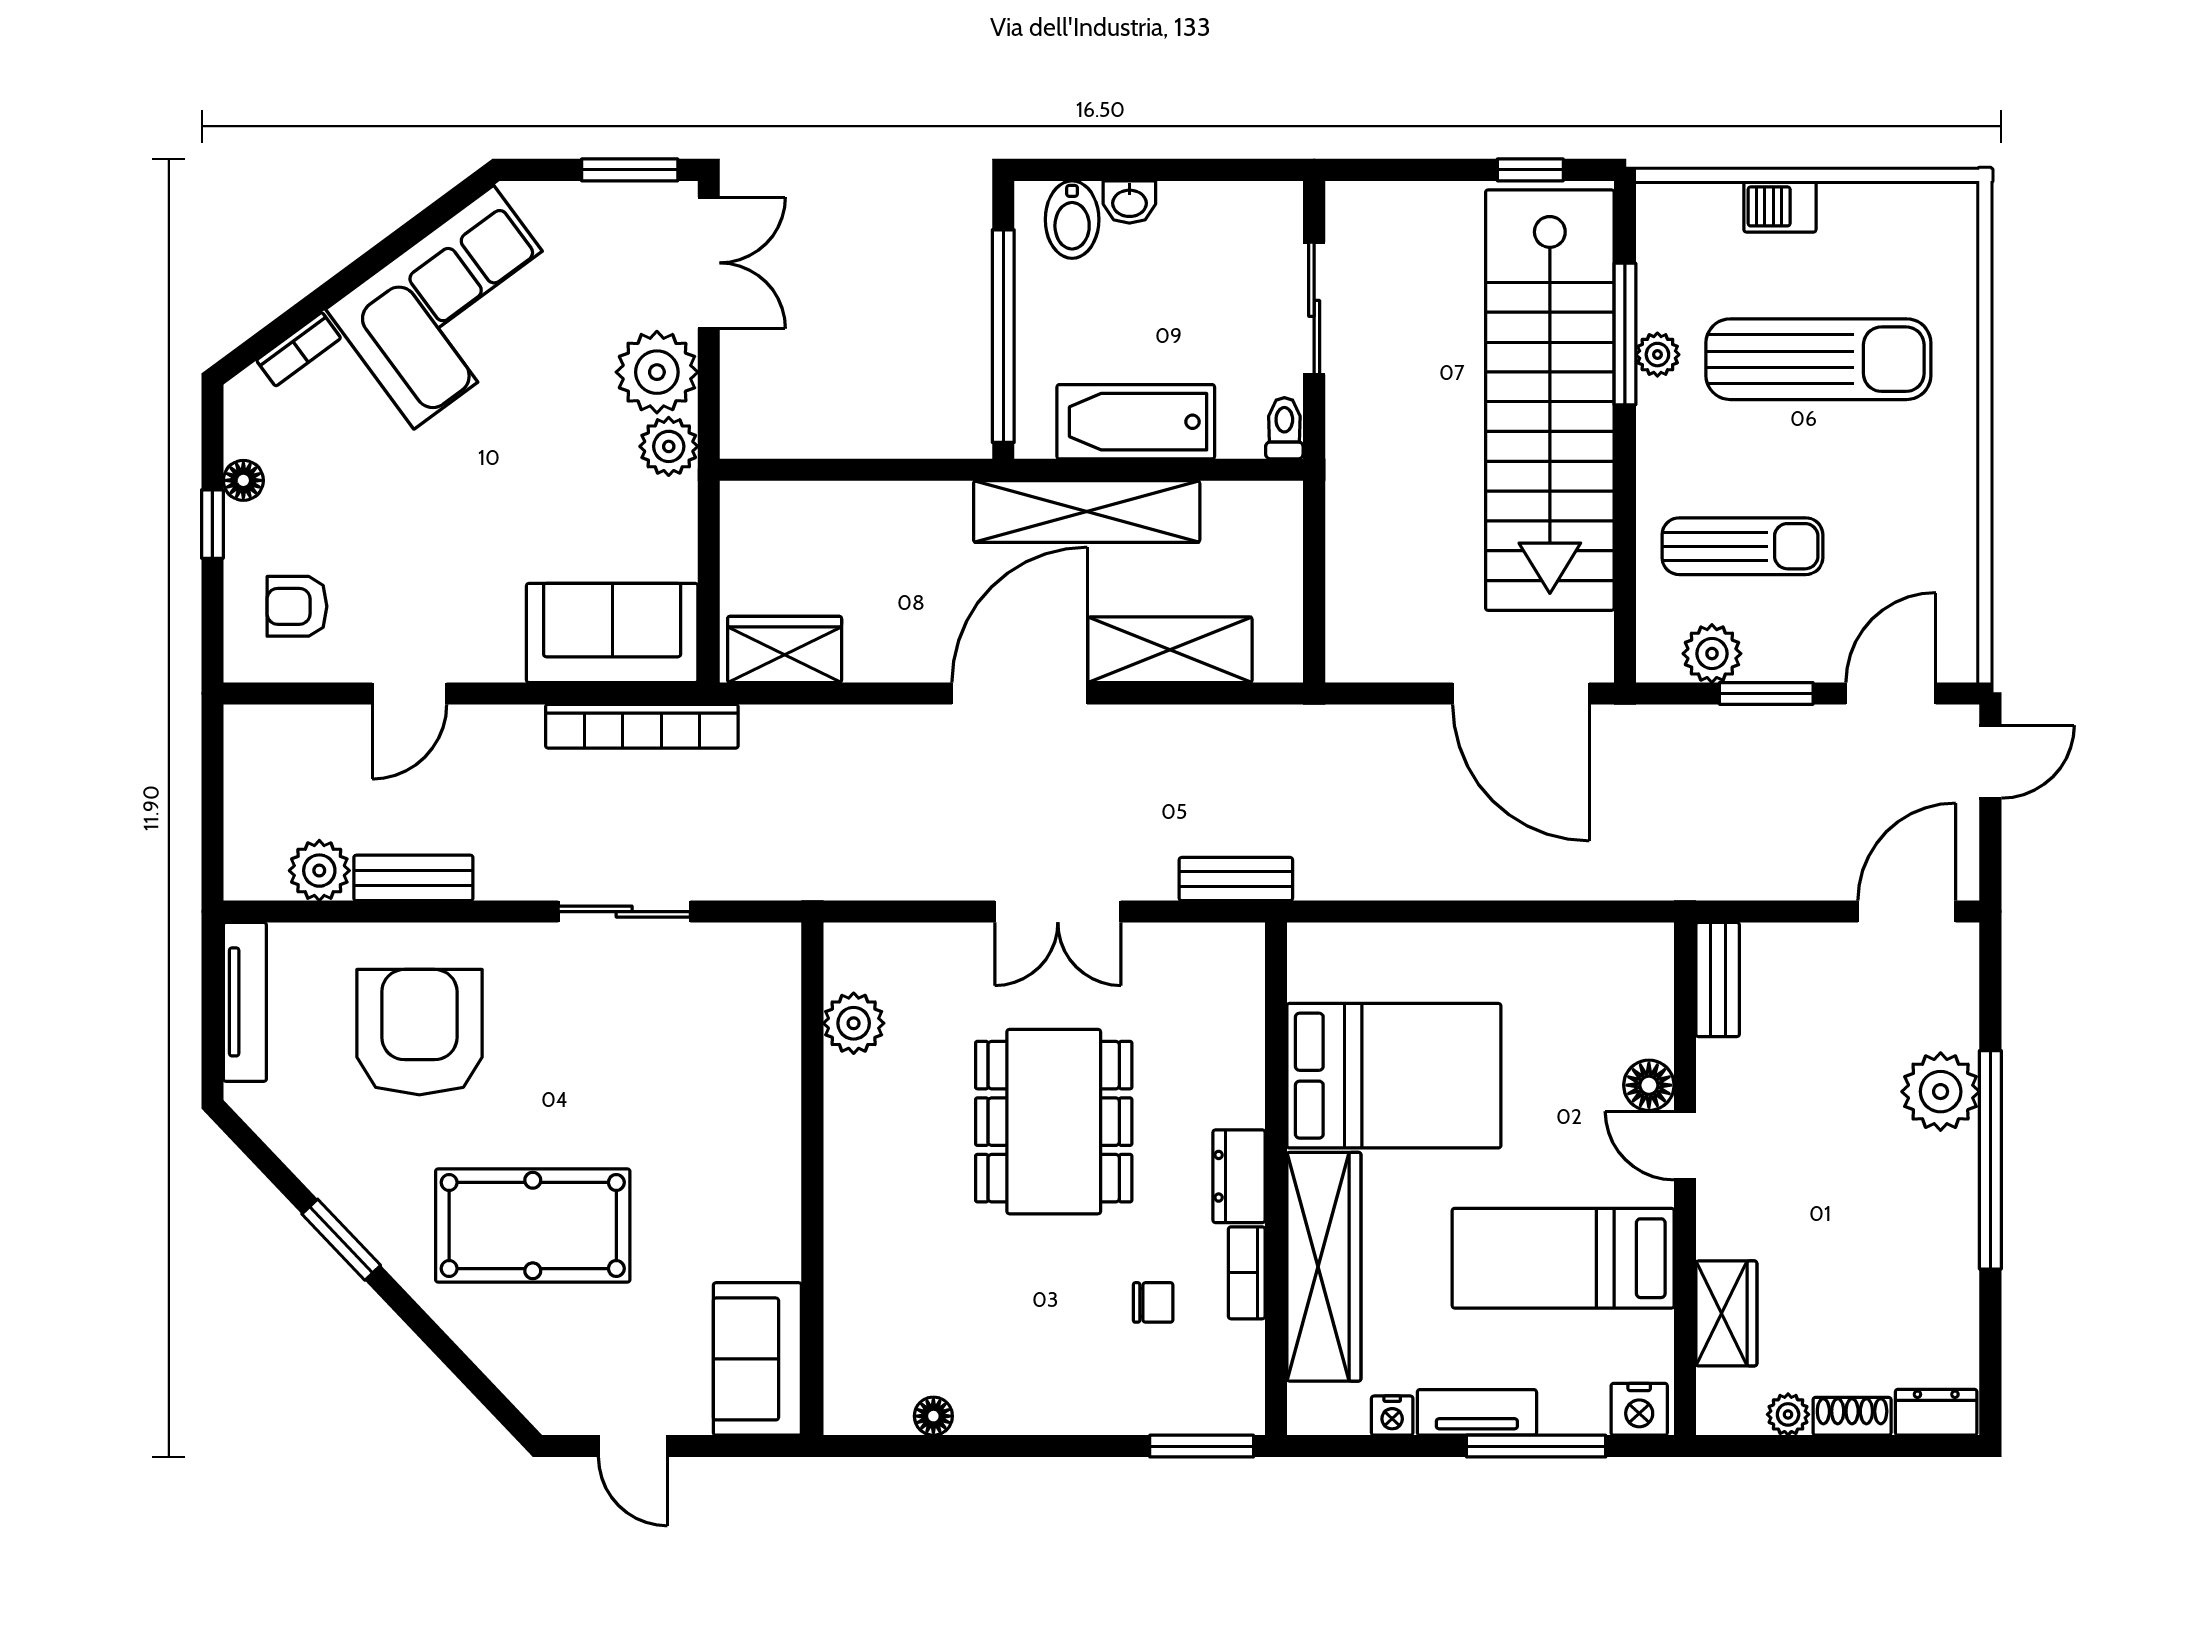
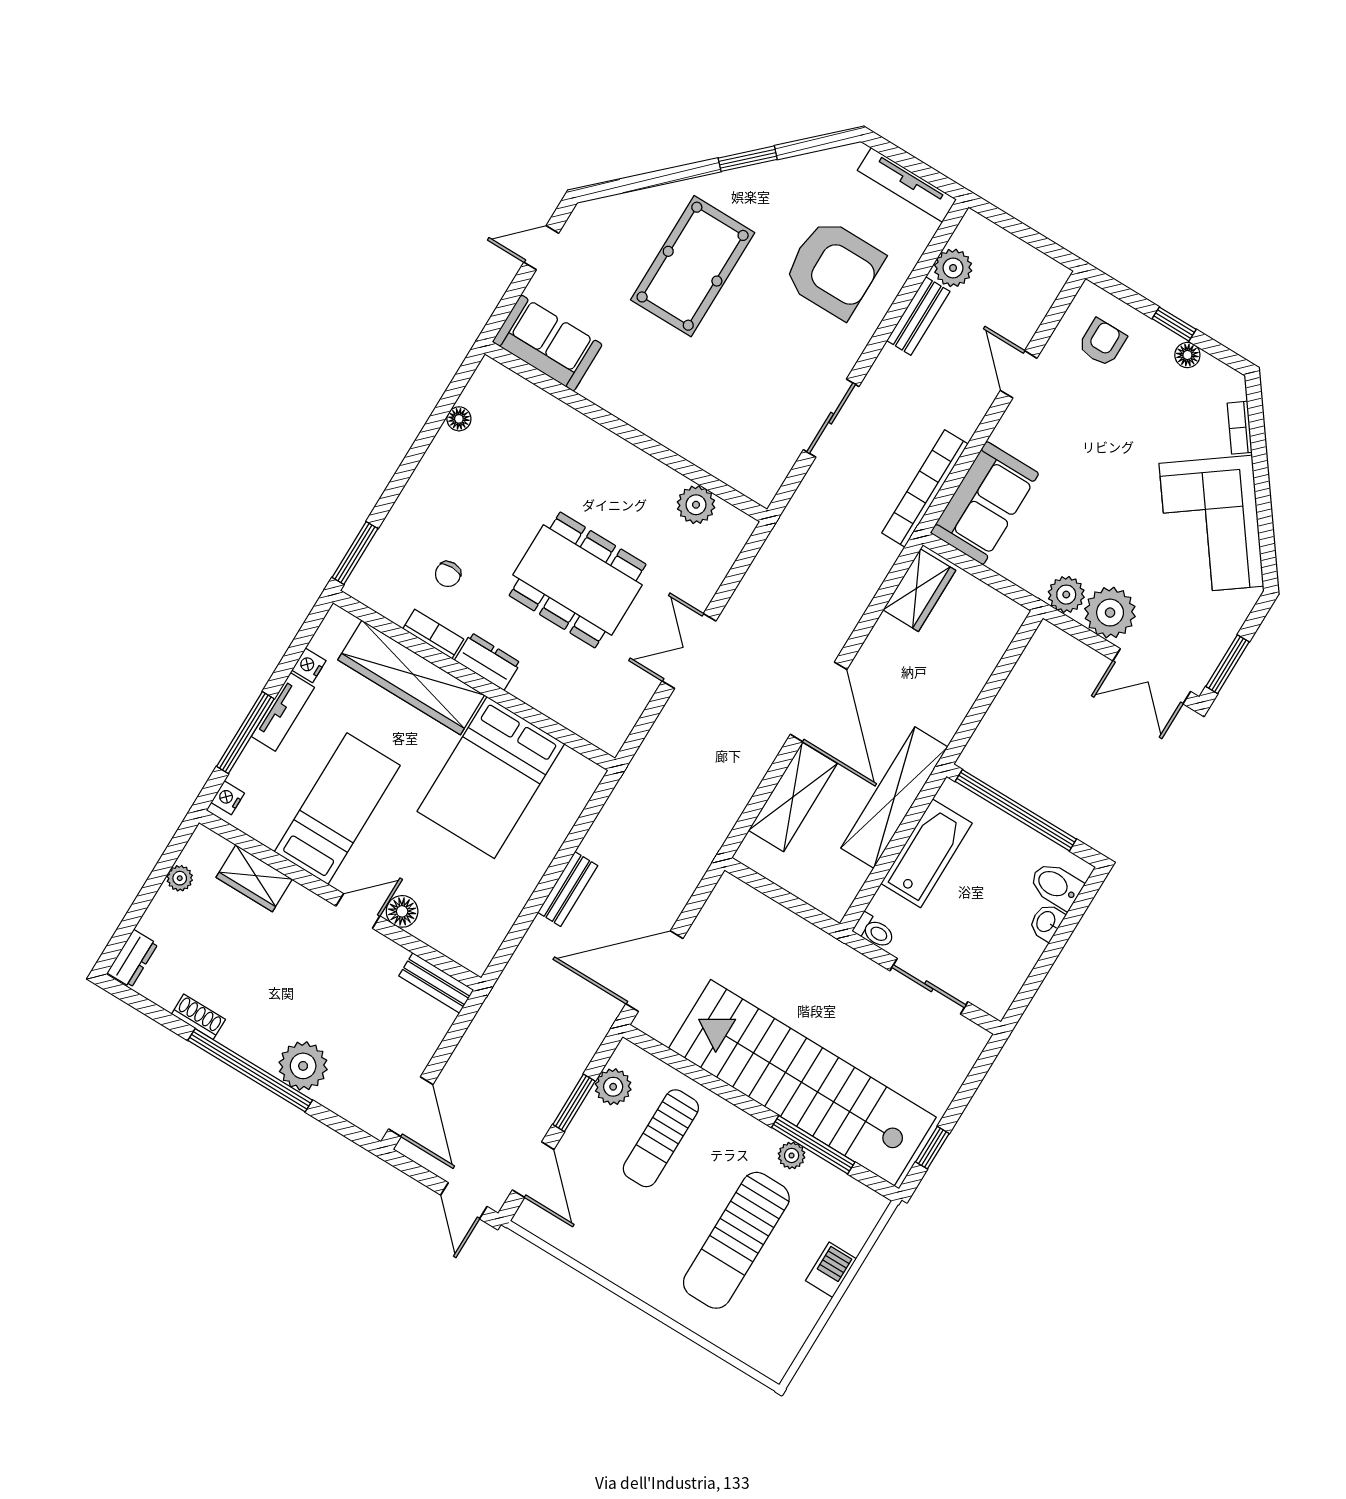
bench: (1236, 879) -> (568, 889), moved
nightstand: (1639, 1409) -> (228, 798), width x0.72, depth x0.74
shoe rack: (1852, 1416) -> (198, 1017), moved, turned -90

